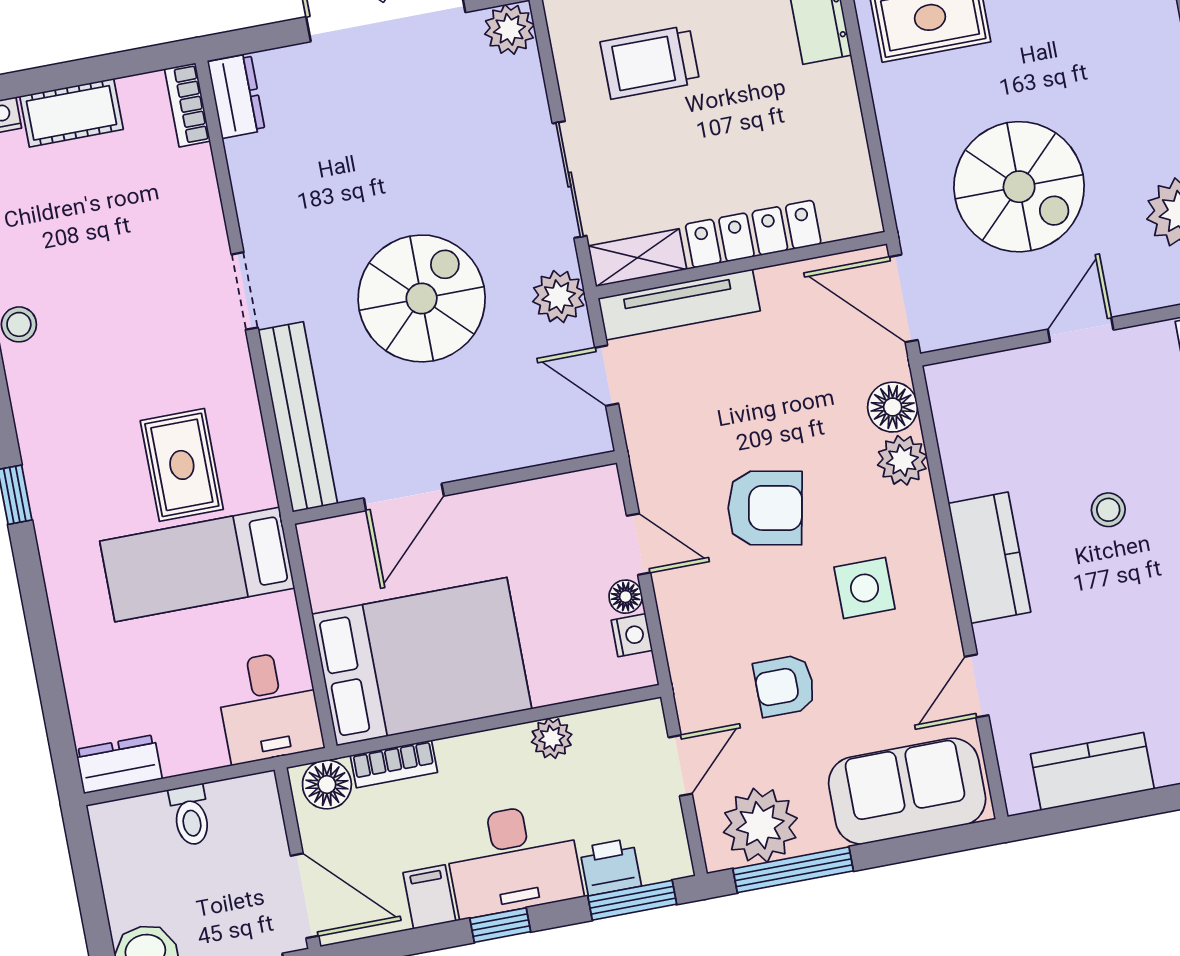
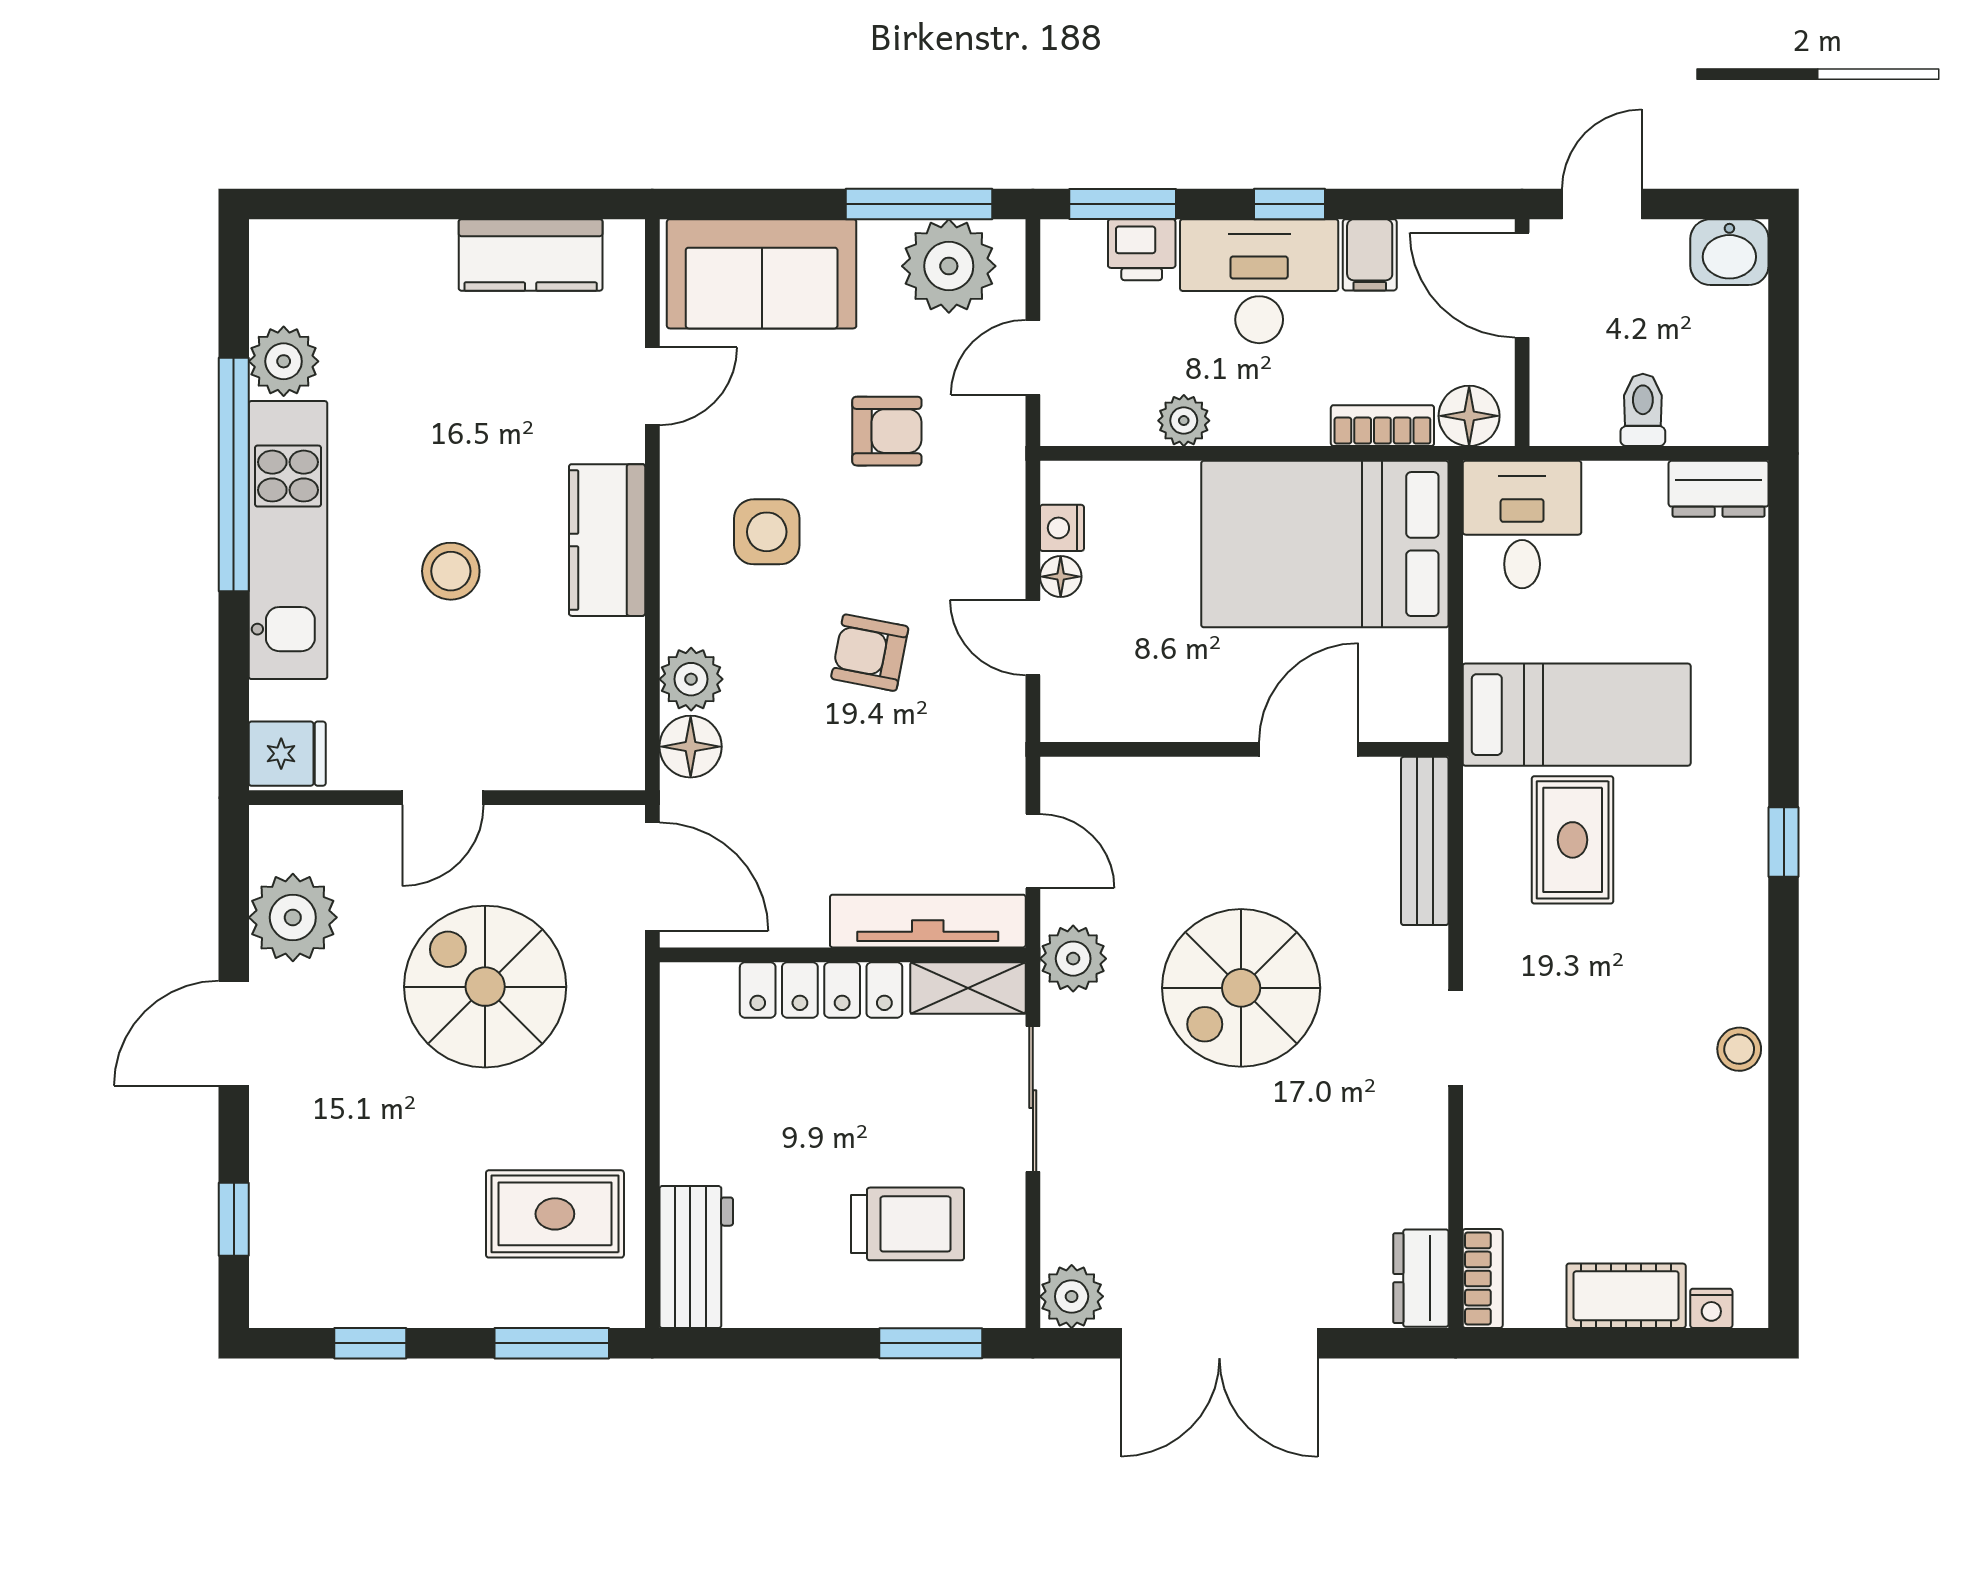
bench: (298, 417) -> (1425, 841), width x0.73, depth x0.82
armchair: (765, 508) -> (870, 653), width x0.72, depth x0.72
stool: (1108, 510) -> (451, 571), width x1.37, depth x1.37

